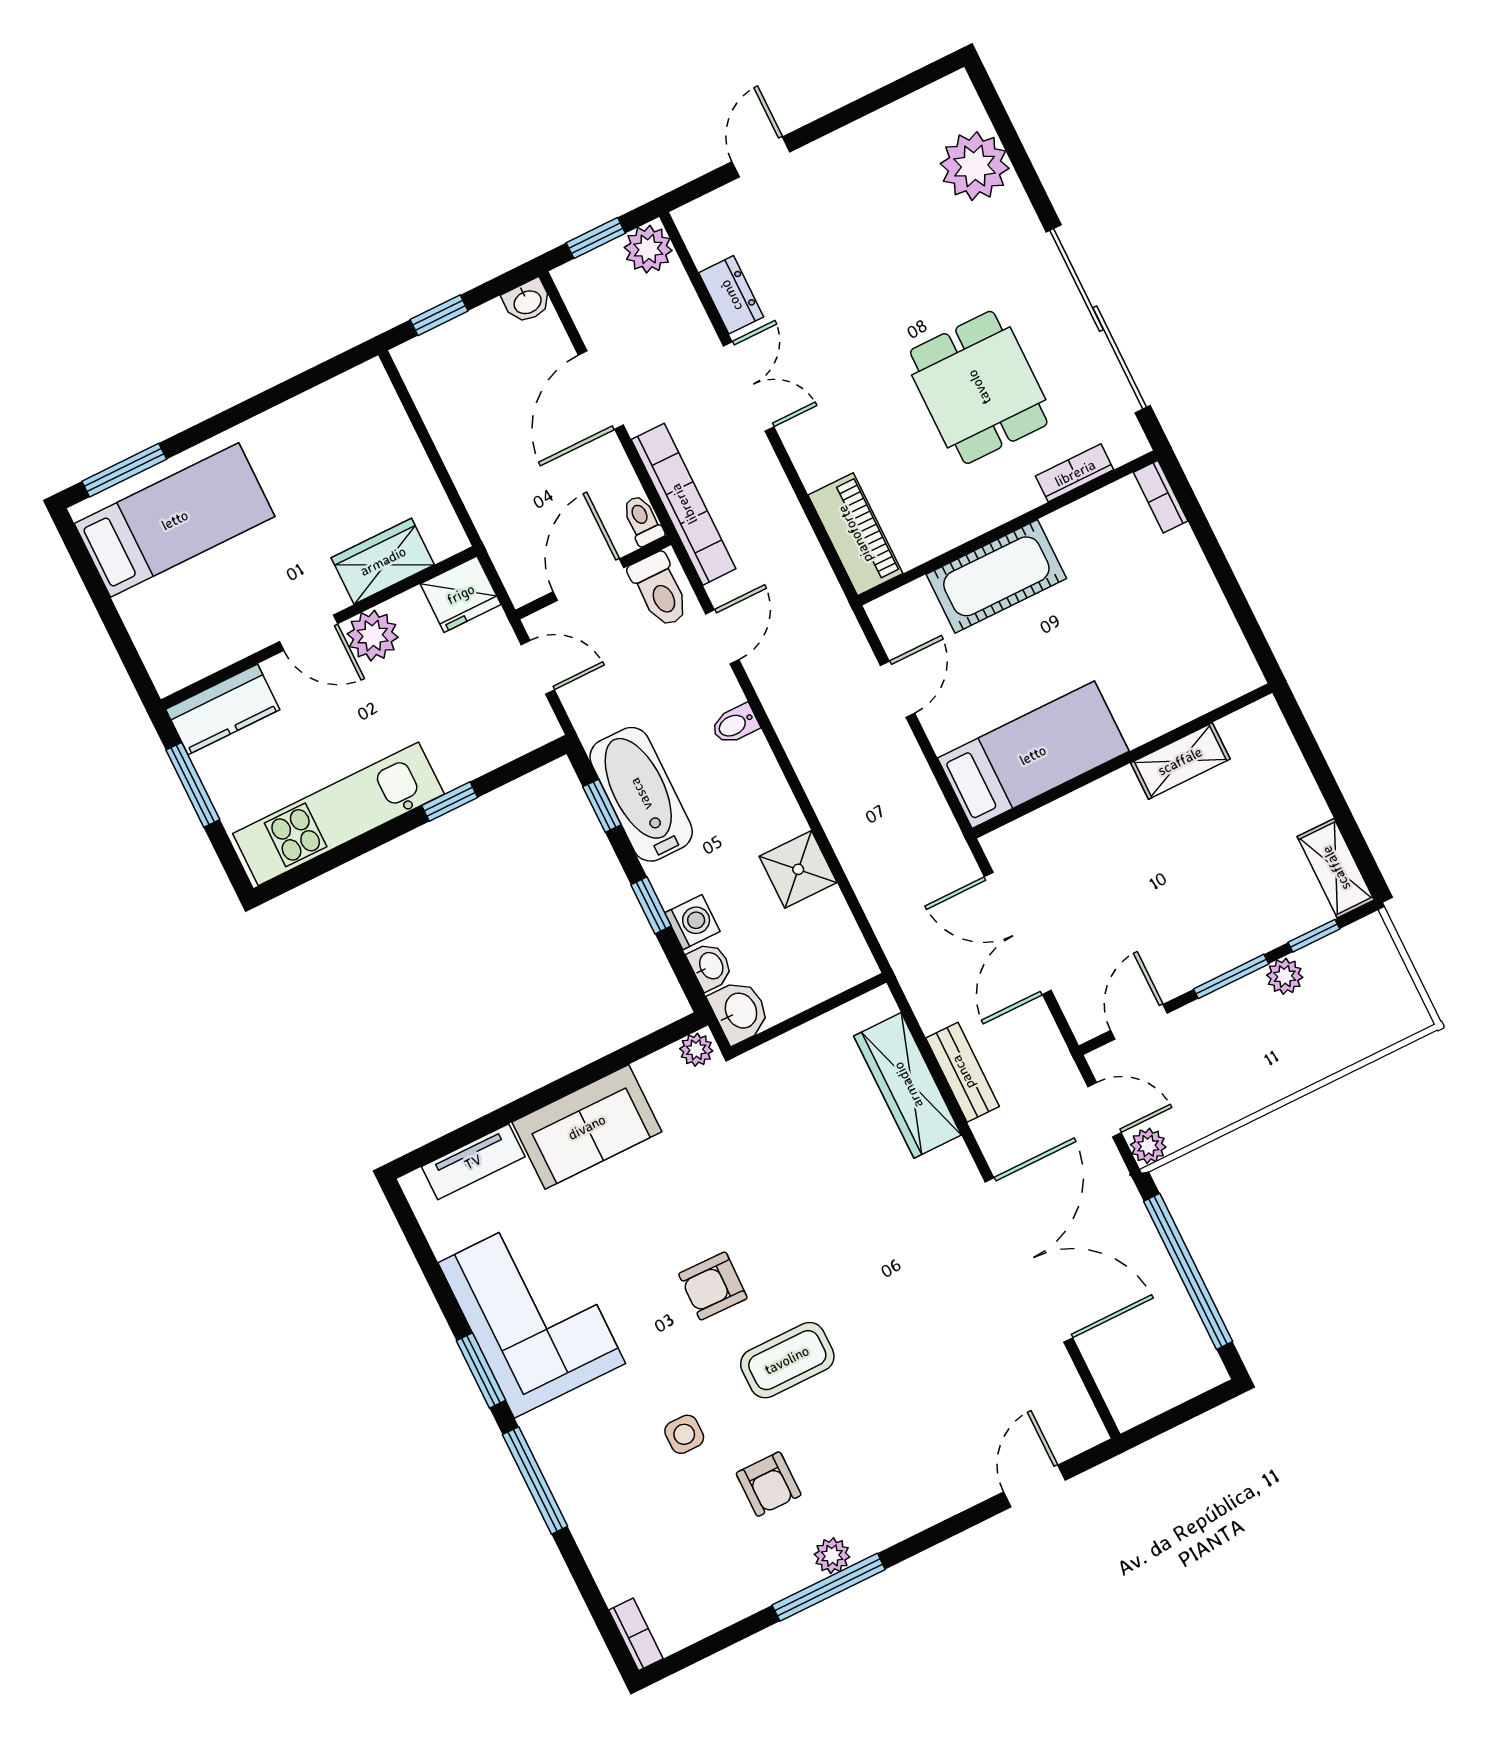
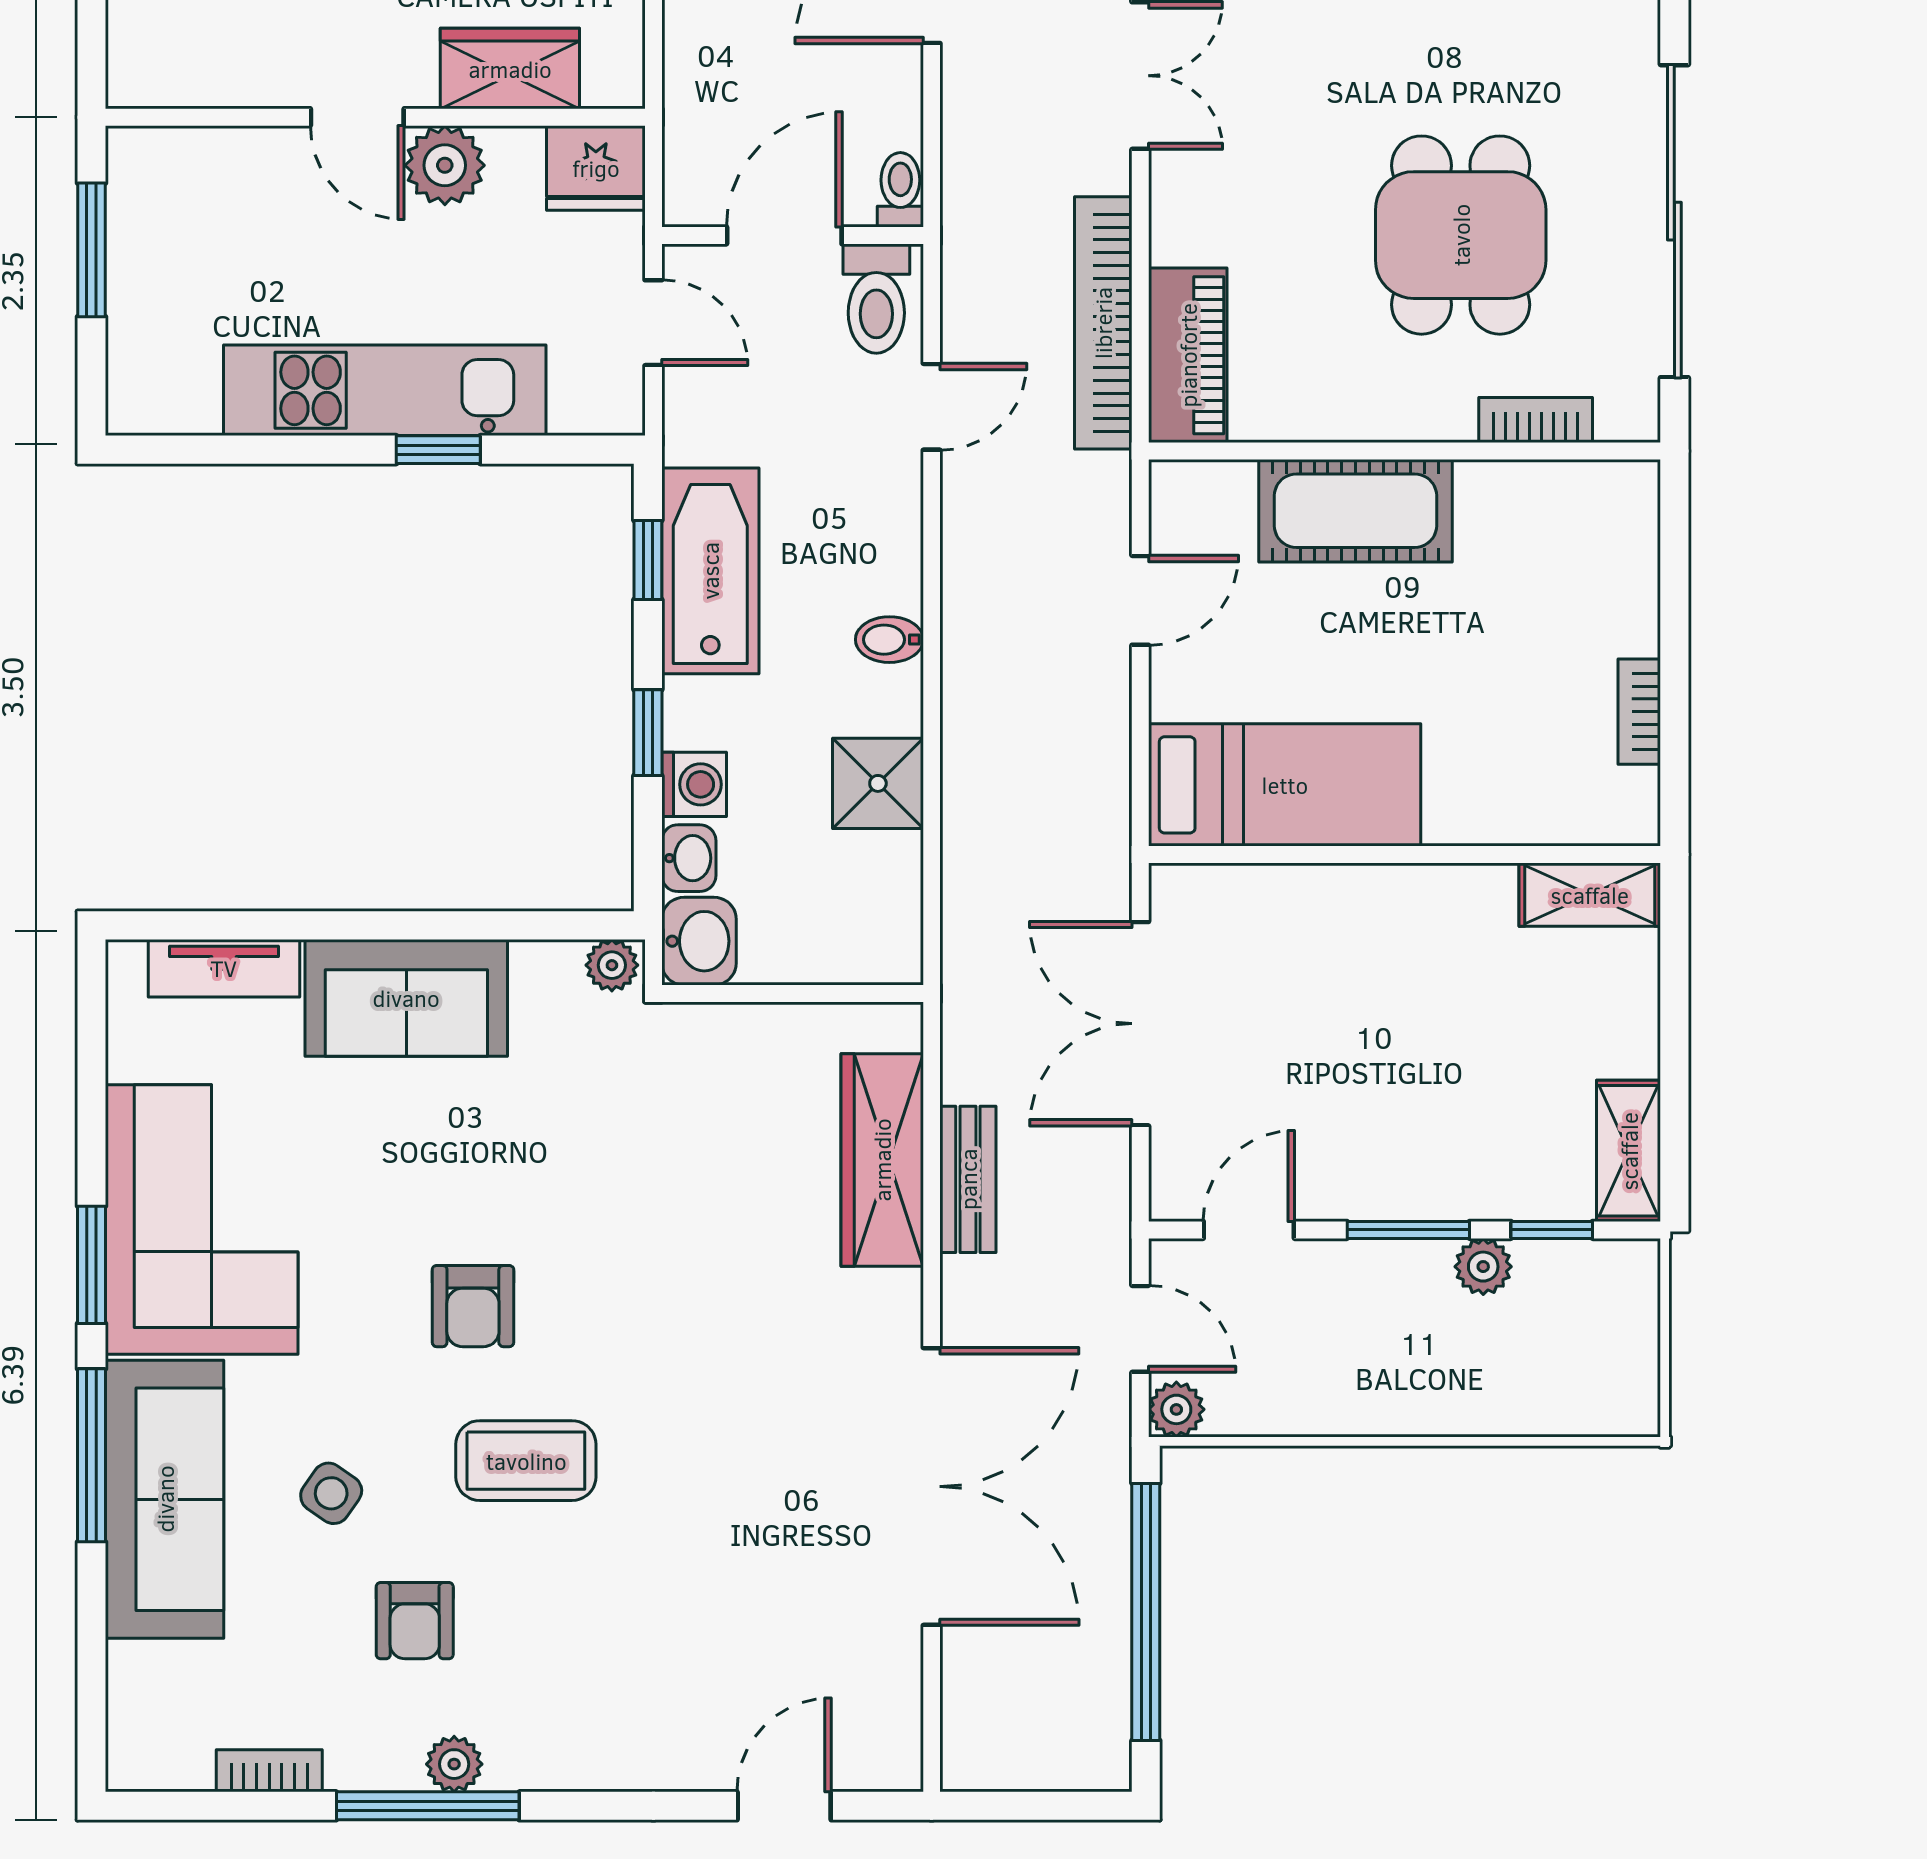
bookcase: (1161, 497) -> (1639, 712), moved
bookcase: (684, 504) -> (1103, 323), moved, turned 180
kitchen counter: (223, 709) -> (185, 165), removed
bidet: (735, 724) -> (889, 640), moved
shelving: (1180, 761) -> (1590, 895), moved
kitchen unit: (338, 814) -> (385, 390), moved
armchair: (713, 1286) -> (473, 1306), turned -91
side table: (684, 1434) -> (331, 1493), turned 35
sofa: (590, 1485) -> (165, 1499), added
bookcase: (636, 1634) -> (269, 1771), moved, turned -90

